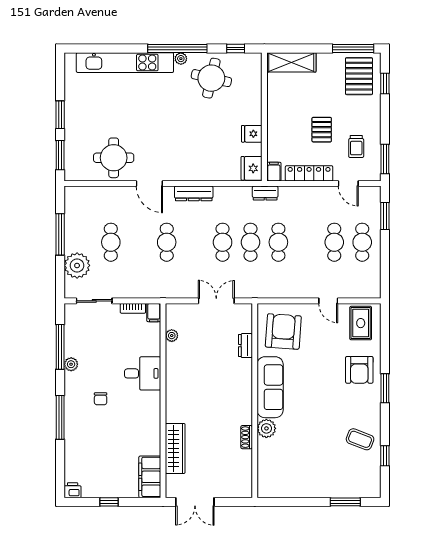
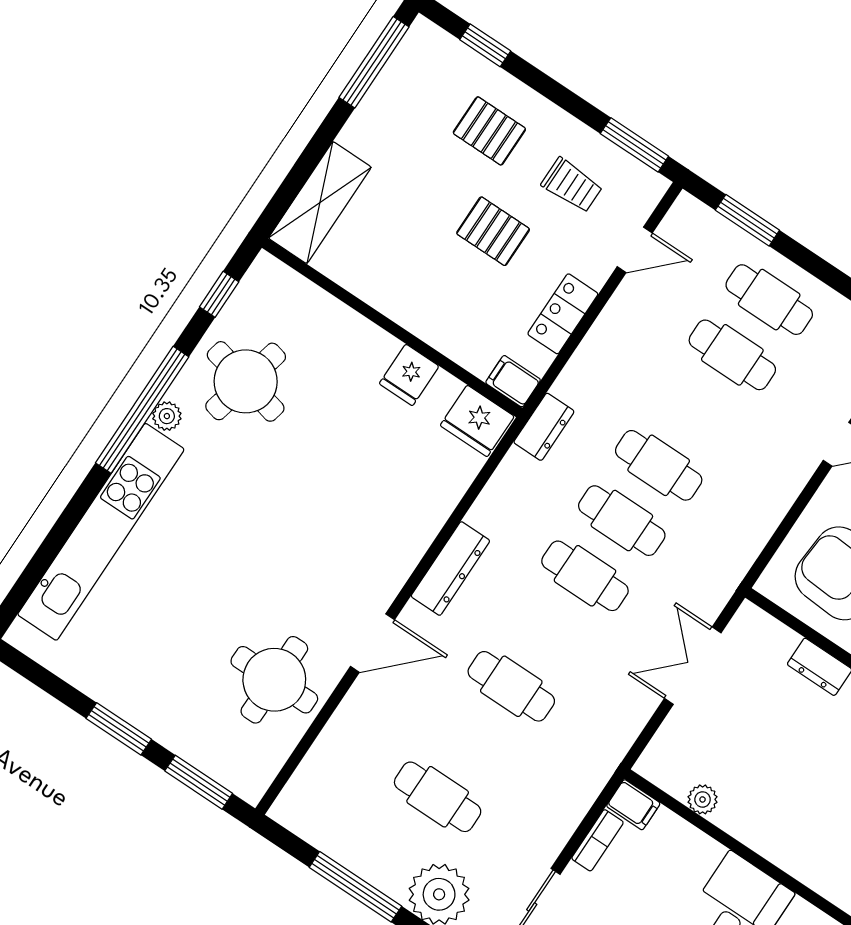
pallet: (359, 76) -> (489, 131), moved, width x0.67, depth x0.71
locker: (309, 173) -> (563, 314), width x0.66

